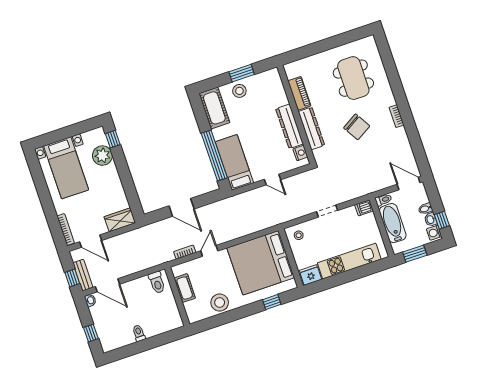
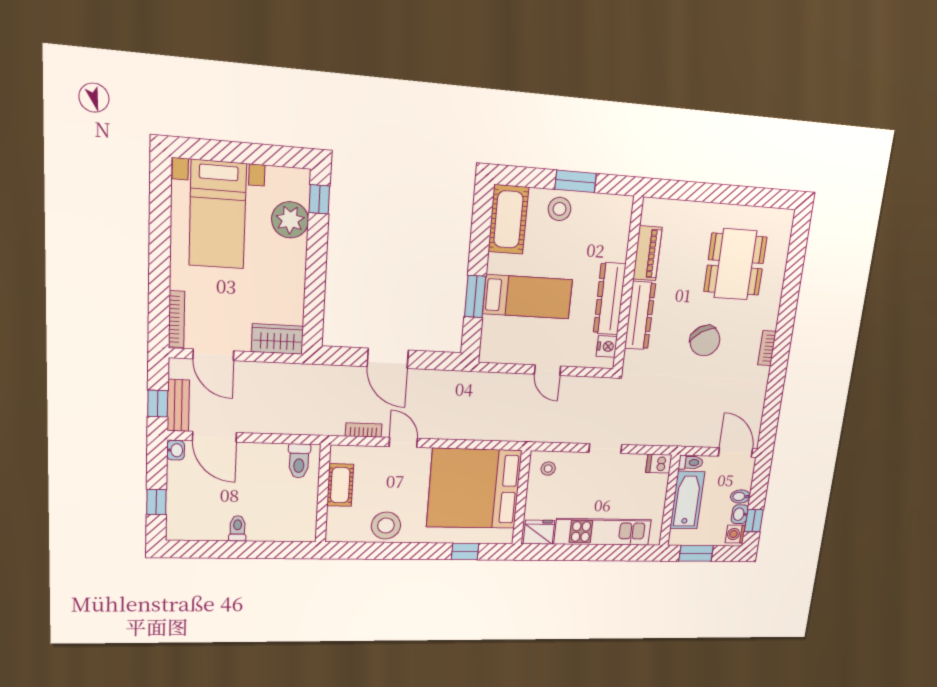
window: (214, 156) -> (475, 296), width x0.47
bed: (234, 162) -> (528, 297), moved, turned 90
door: (209, 251) -> (403, 442), hinge flipped

